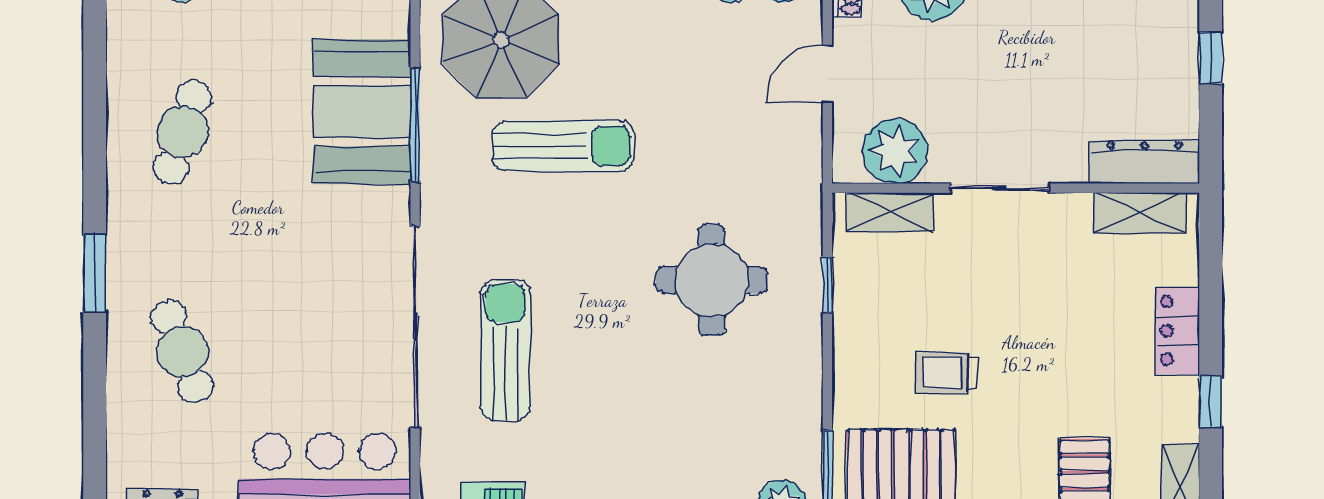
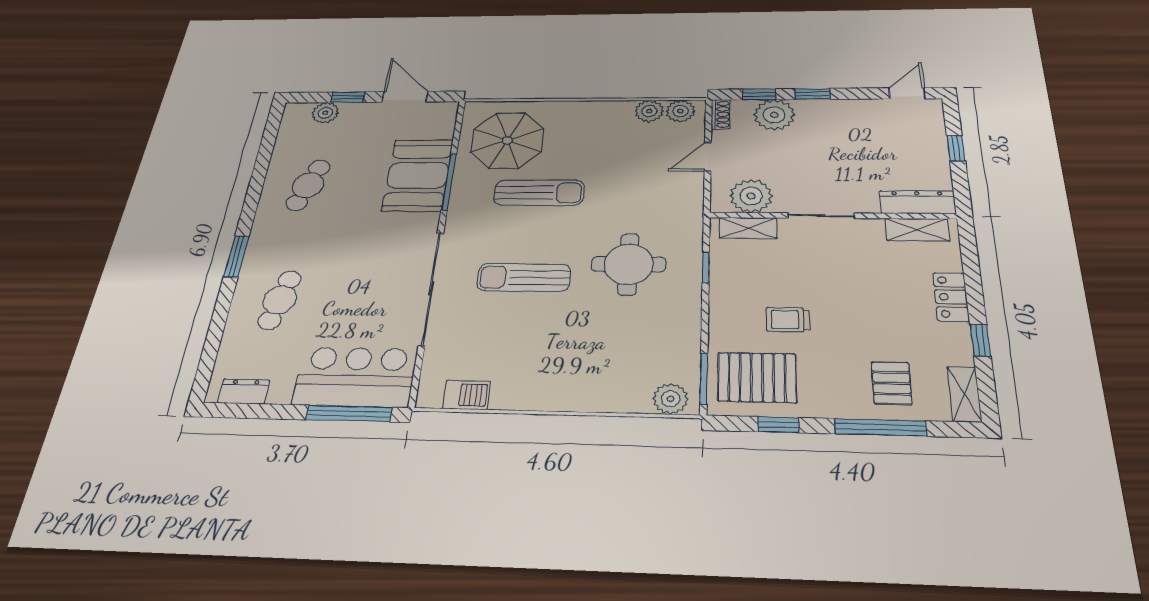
sun lounger: (505, 350) -> (524, 277), moved, turned -90
cafe table: (182, 352) -> (280, 300), turned 33

